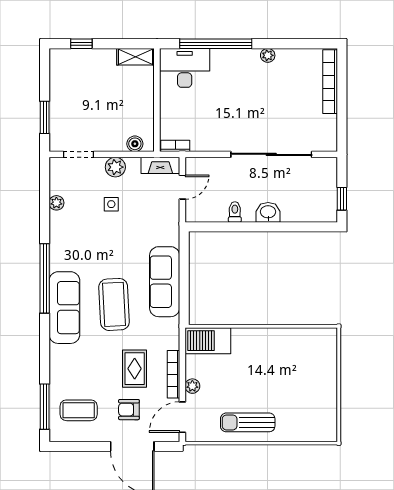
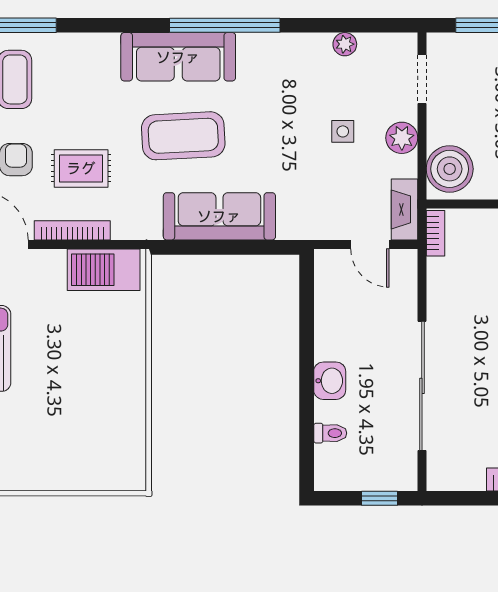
boiler: (135, 144) -> (450, 169), width x1.86, depth x1.86
window: (342, 199) -> (379, 498), moved
toilet: (235, 212) -> (330, 433), moved
barbecue: (208, 341) -> (104, 270), moved, turned -90
plant: (192, 386) -> (53, 260), removed

